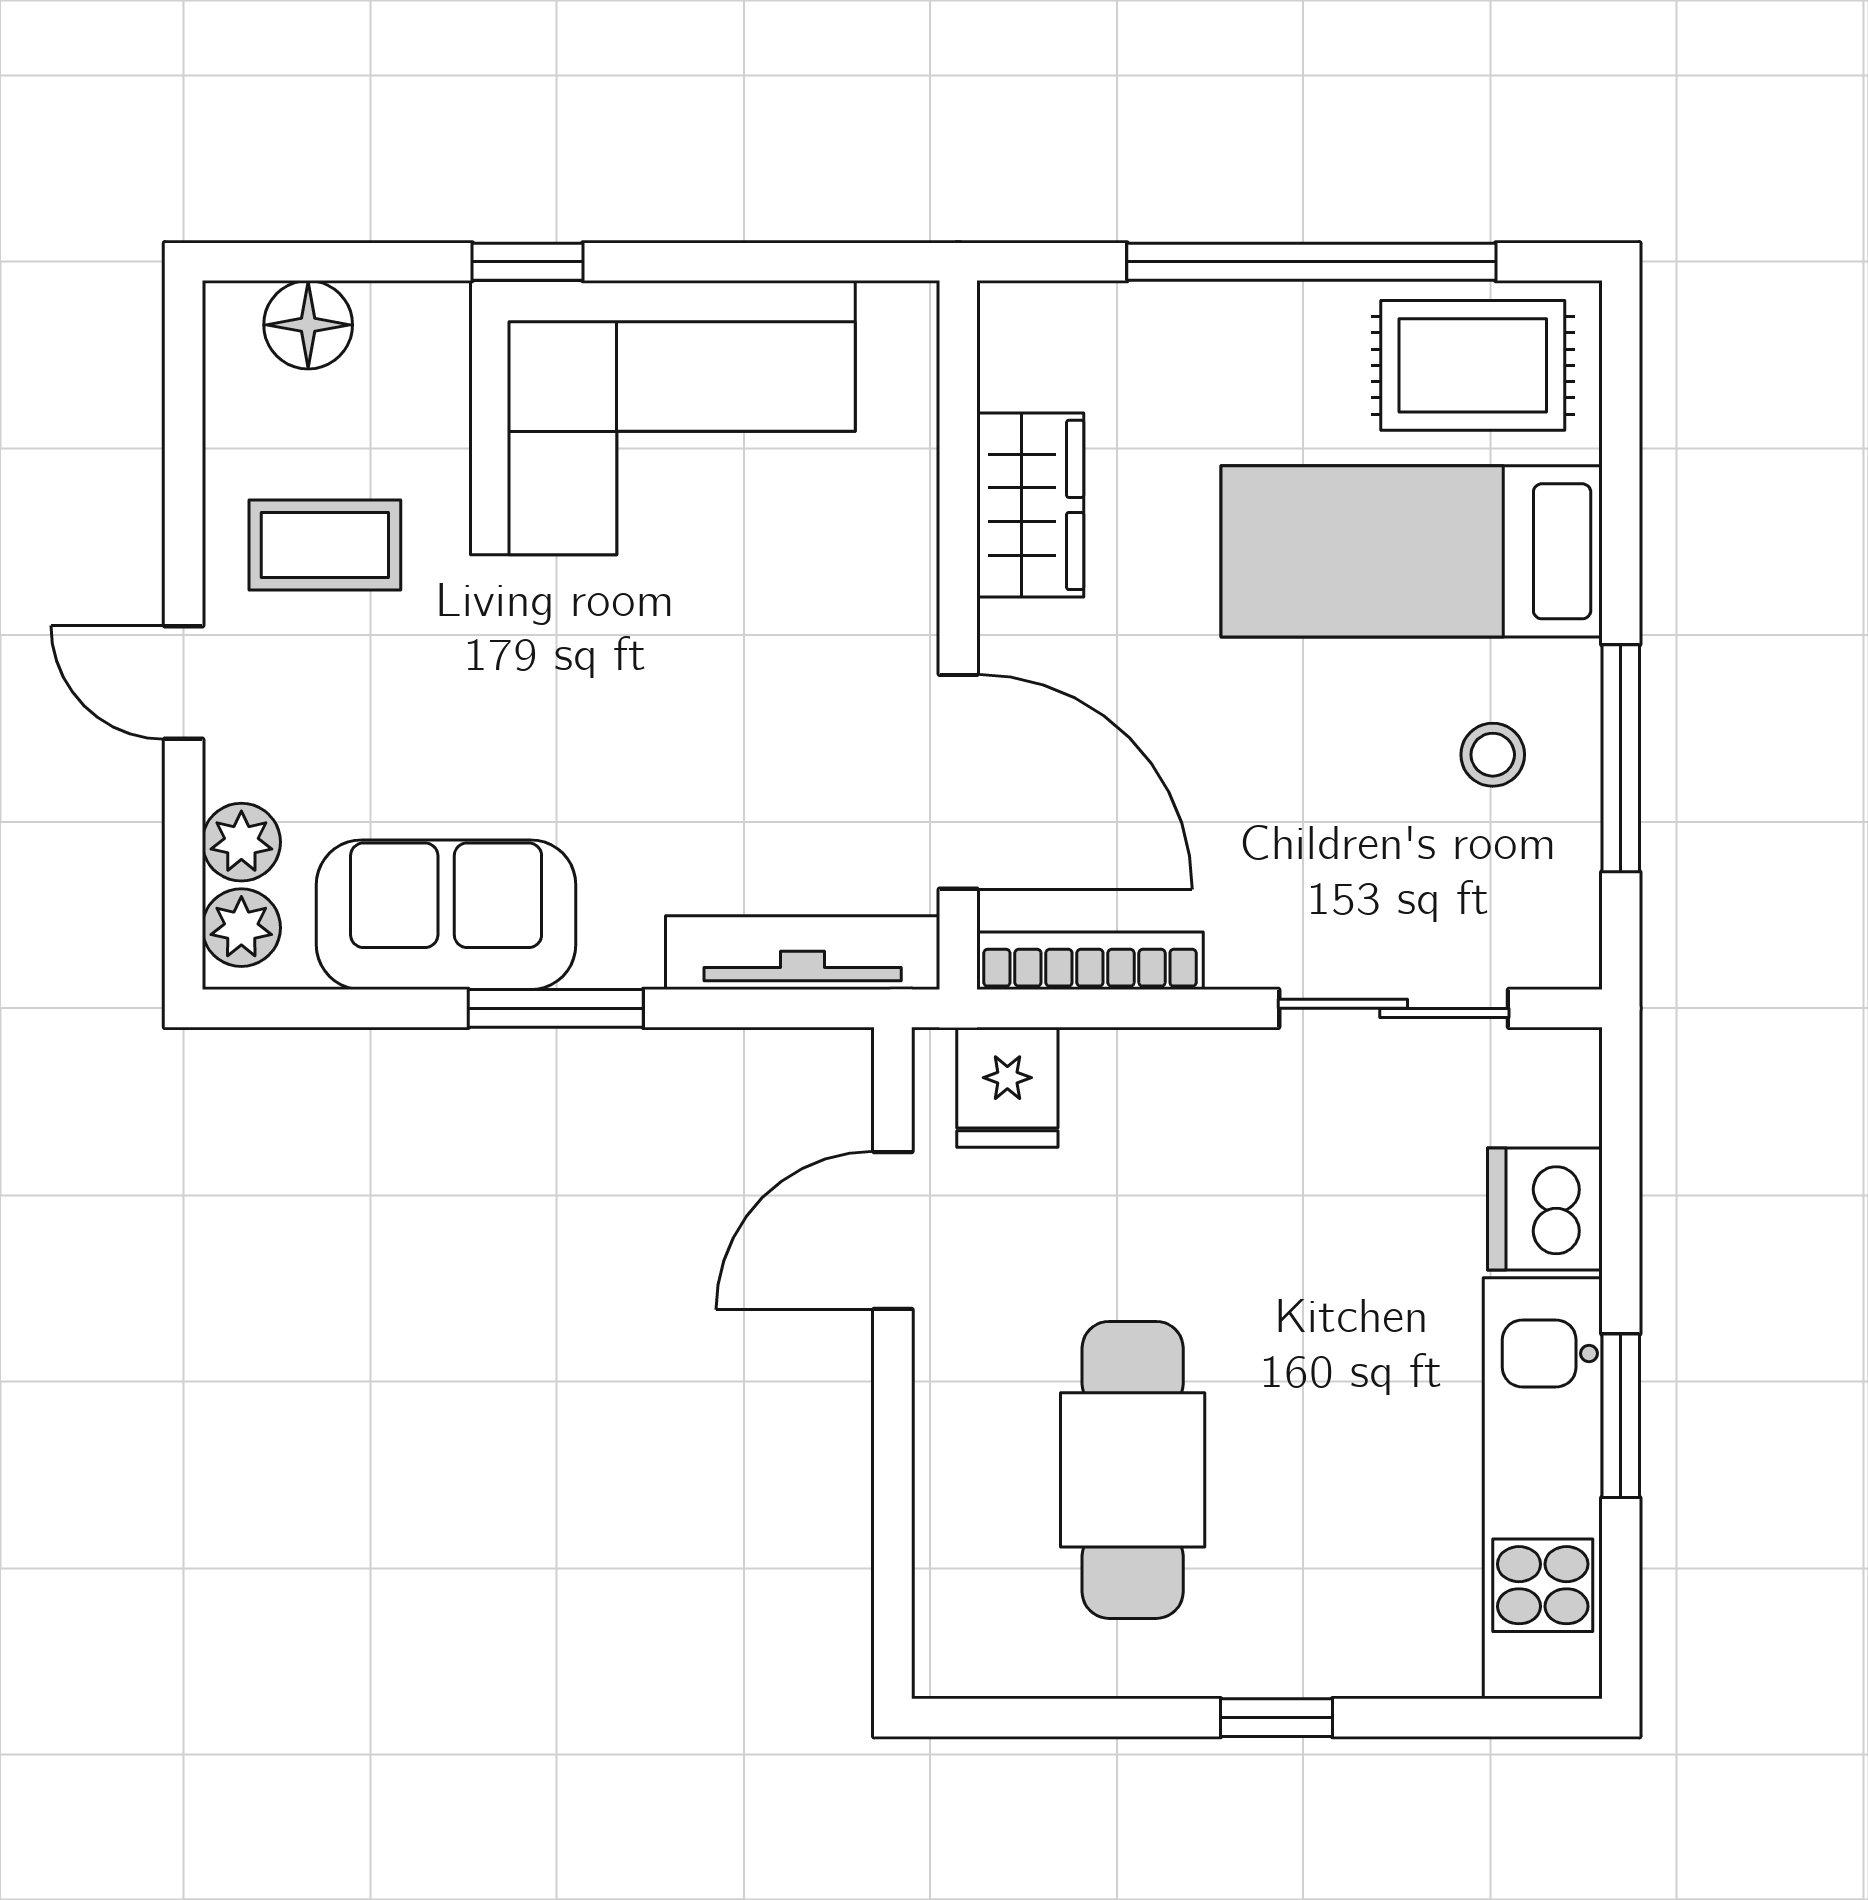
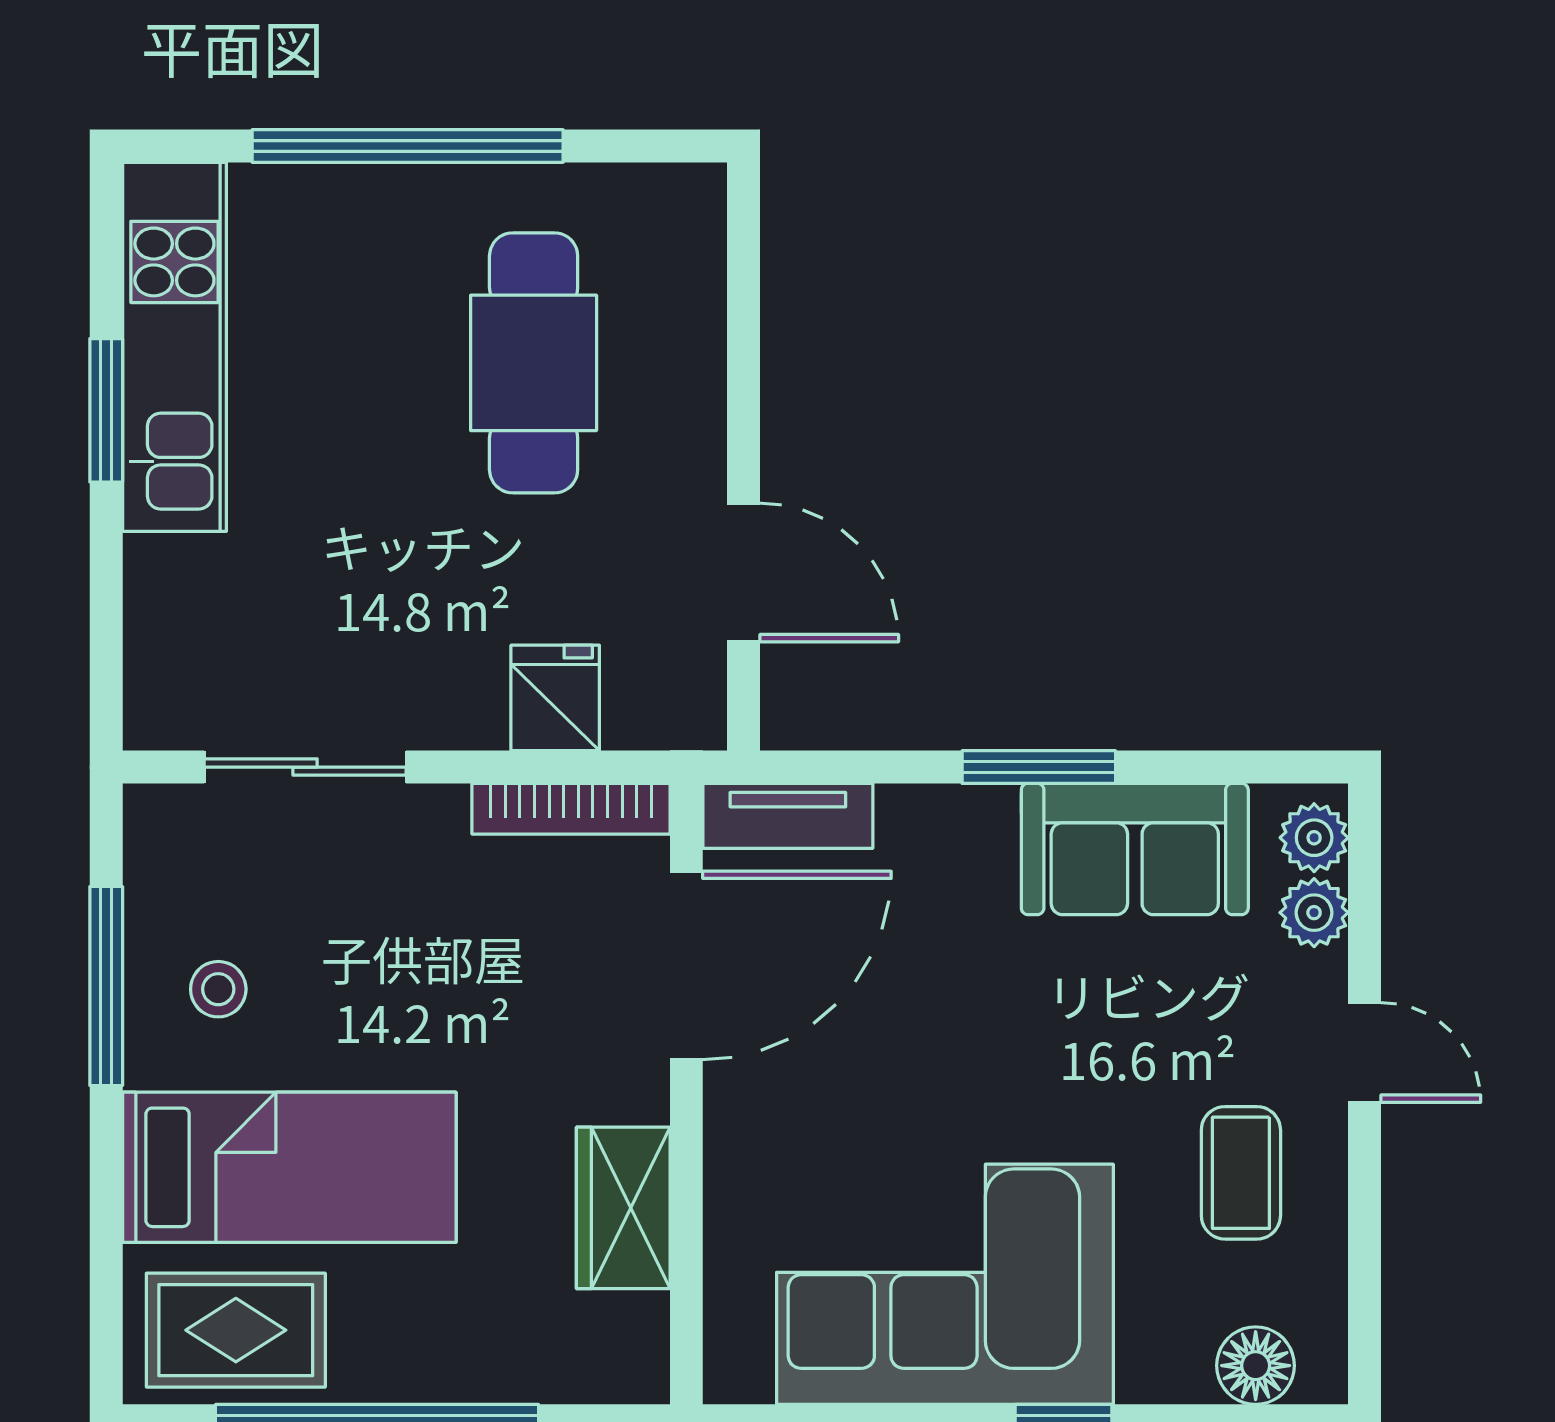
coffee table: (325, 545) -> (1241, 1173), turned 90
door: (958, 782) -> (686, 965), swing flipped
tv unit: (803, 953) -> (788, 816), width x0.71
fridge: (1007, 1087) -> (555, 698), moved
dishwasher: (1545, 1209) -> (173, 591), removed
door: (893, 1231) -> (744, 572), hinge flipped
window: (1276, 1718) -> (408, 146), width x3.17

